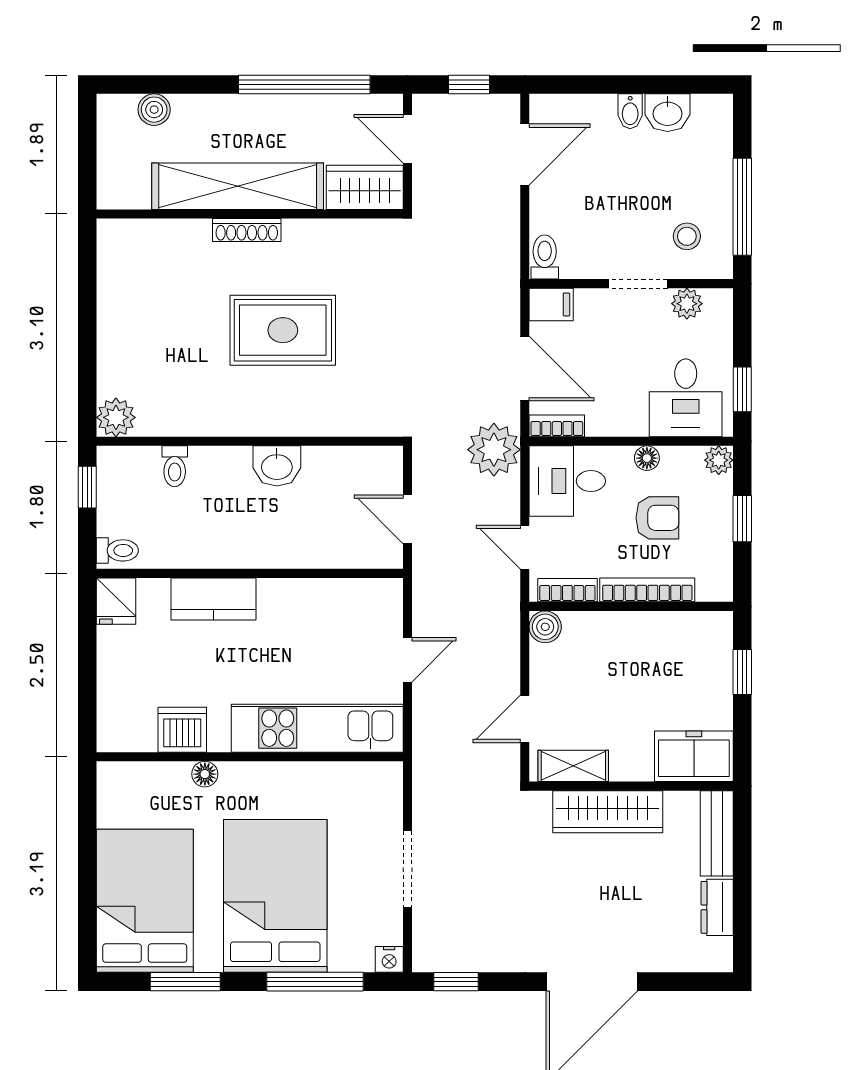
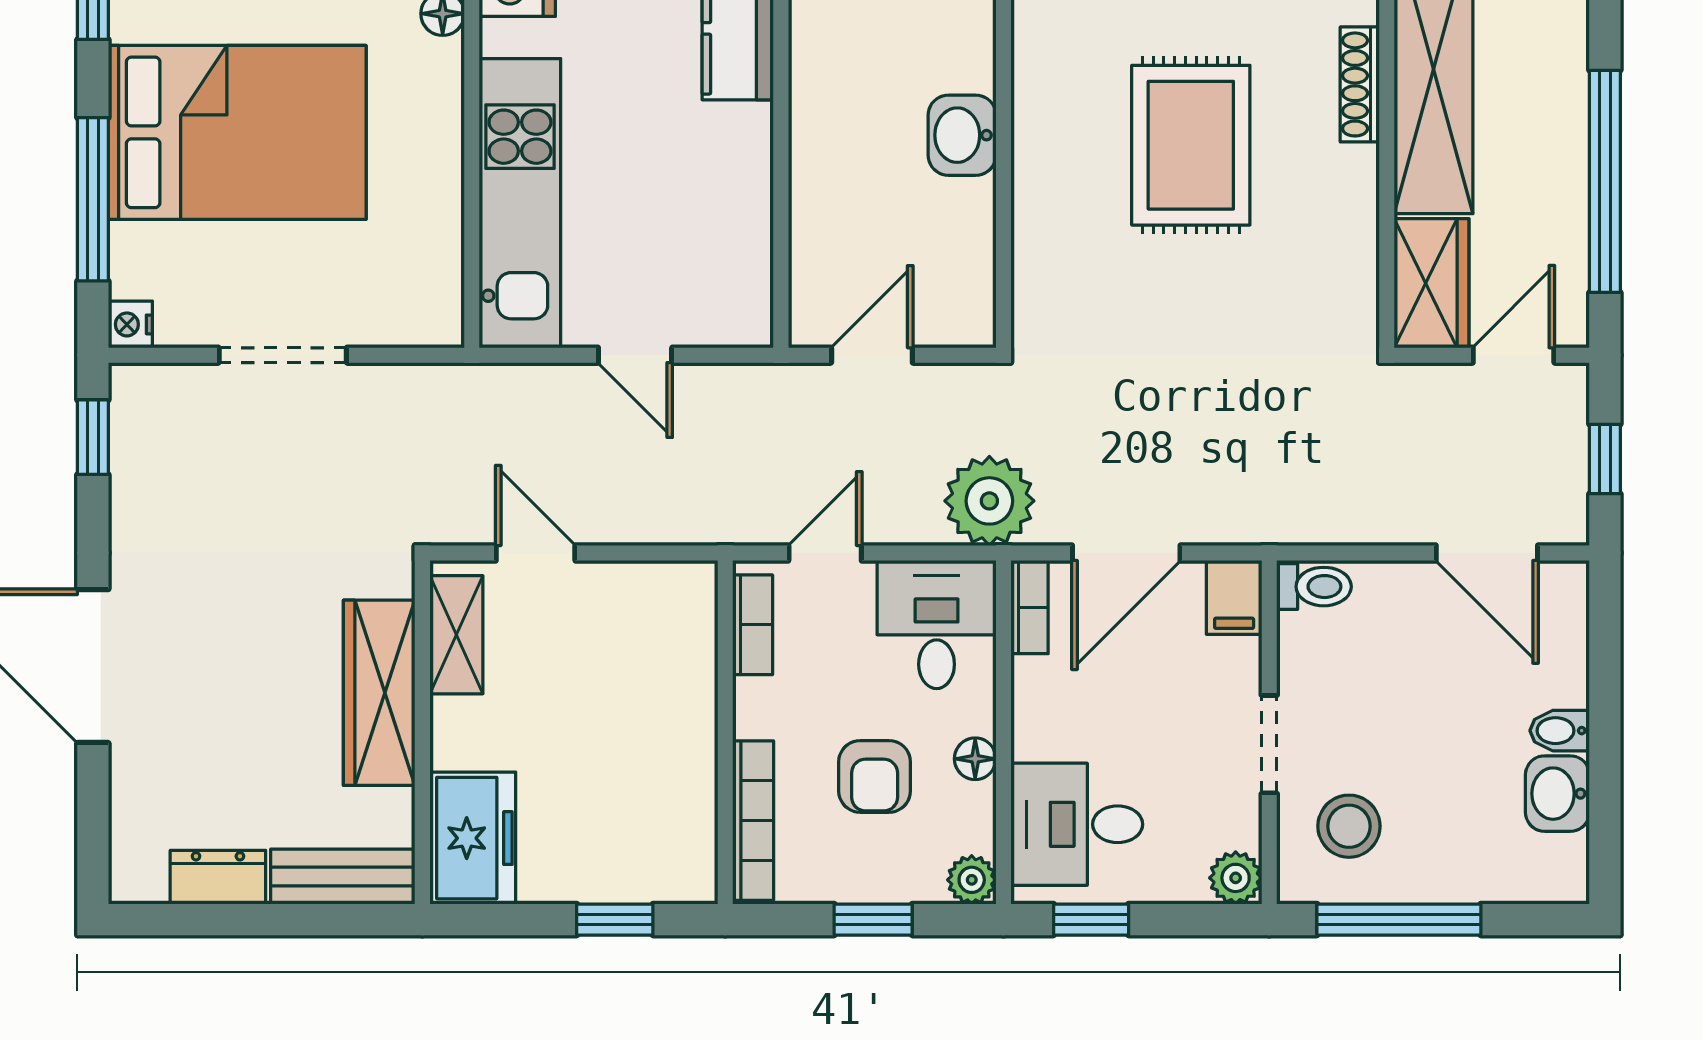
stool: (687, 236) -> (1349, 826), width x1.37, depth x1.37
plant: (687, 304) -> (1236, 878), moved
bookcase: (647, 590) -> (753, 821), moved
boiler: (545, 627) -> (691, 587), removed

